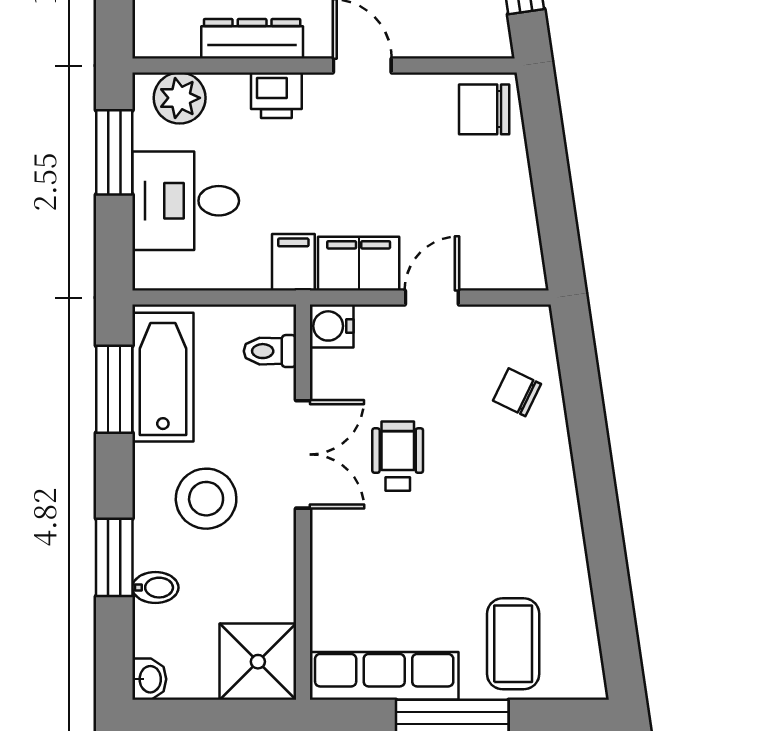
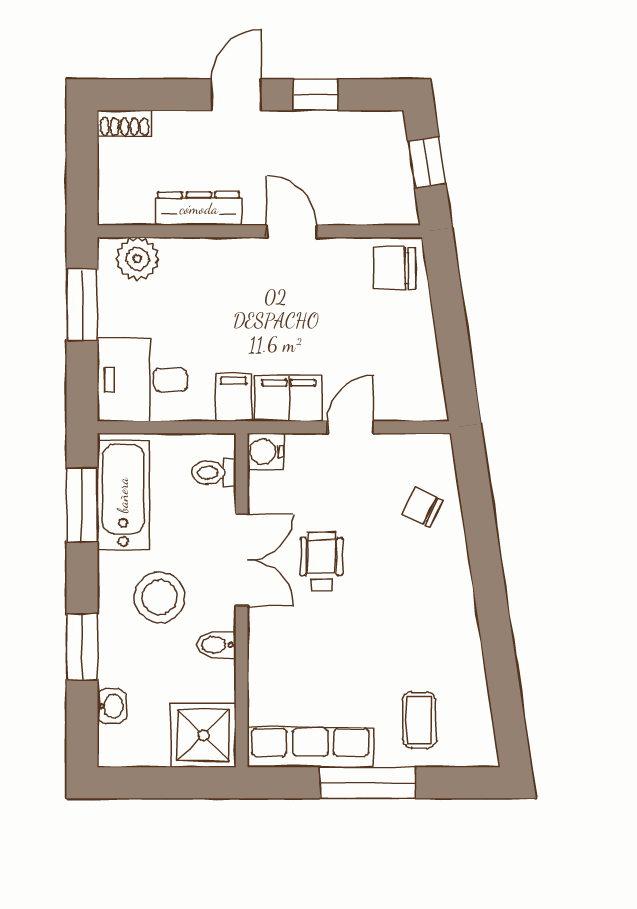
printer: (276, 95) -> (219, 256), removed
desk: (186, 201) -> (142, 380), moved
bidet: (155, 588) -> (216, 645), moved, turned 180
coffee table: (513, 644) -> (419, 720), width x0.73, depth x0.77
washbasin: (149, 679) -> (112, 706), moved

